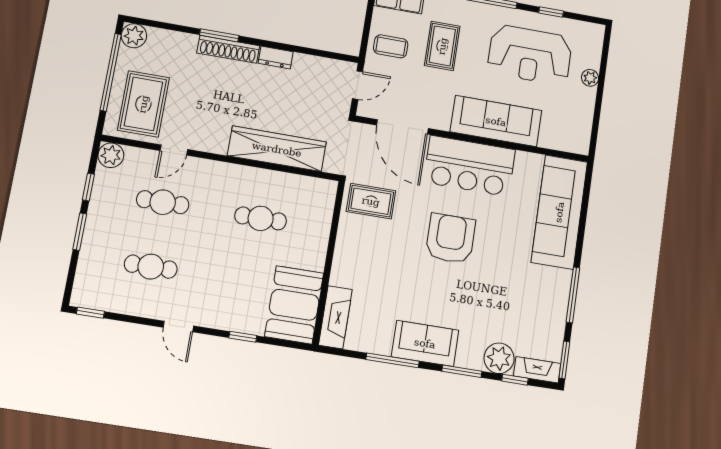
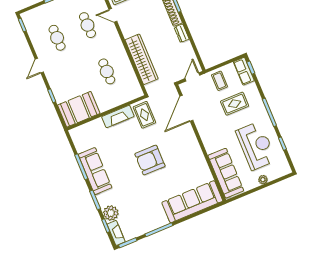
reception desk: (530, 55) -> (256, 146), turned 180
door: (357, 85) -> (192, 77), swing flipped
sofa: (496, 121) -> (226, 173), moved
bar counter: (470, 166) -> (188, 149), removed
armchair: (451, 239) -> (150, 160), turned 180
fireplace: (335, 317) -> (118, 116), moved
sofa: (425, 343) -> (95, 171), width x1.36

